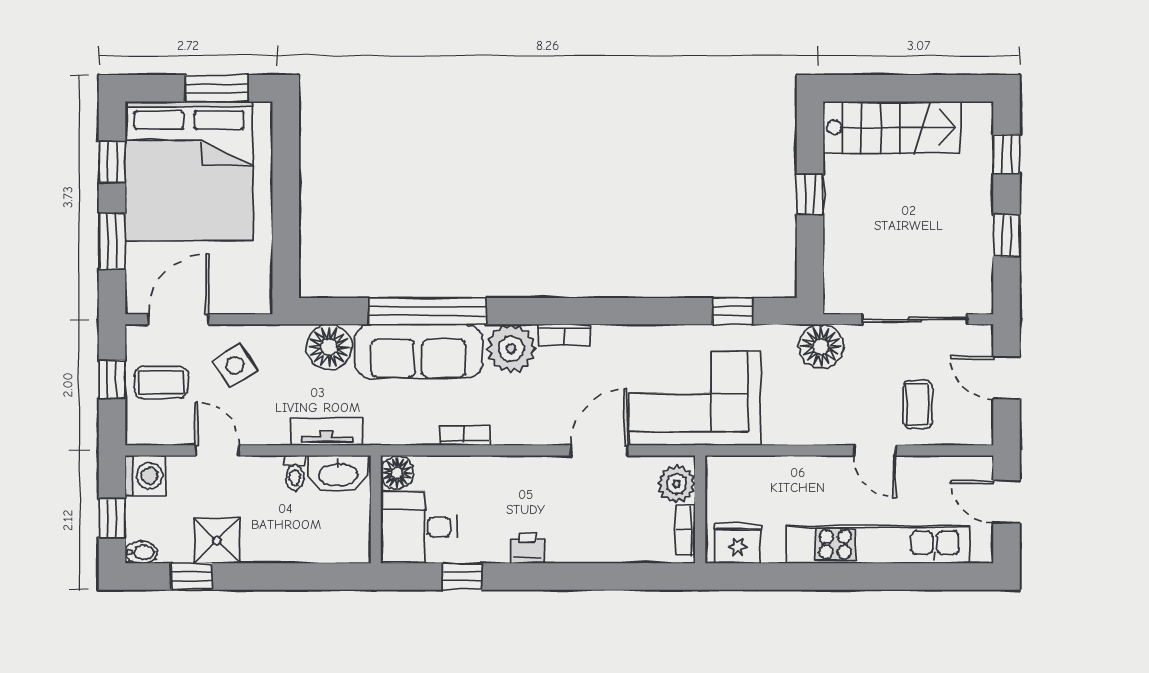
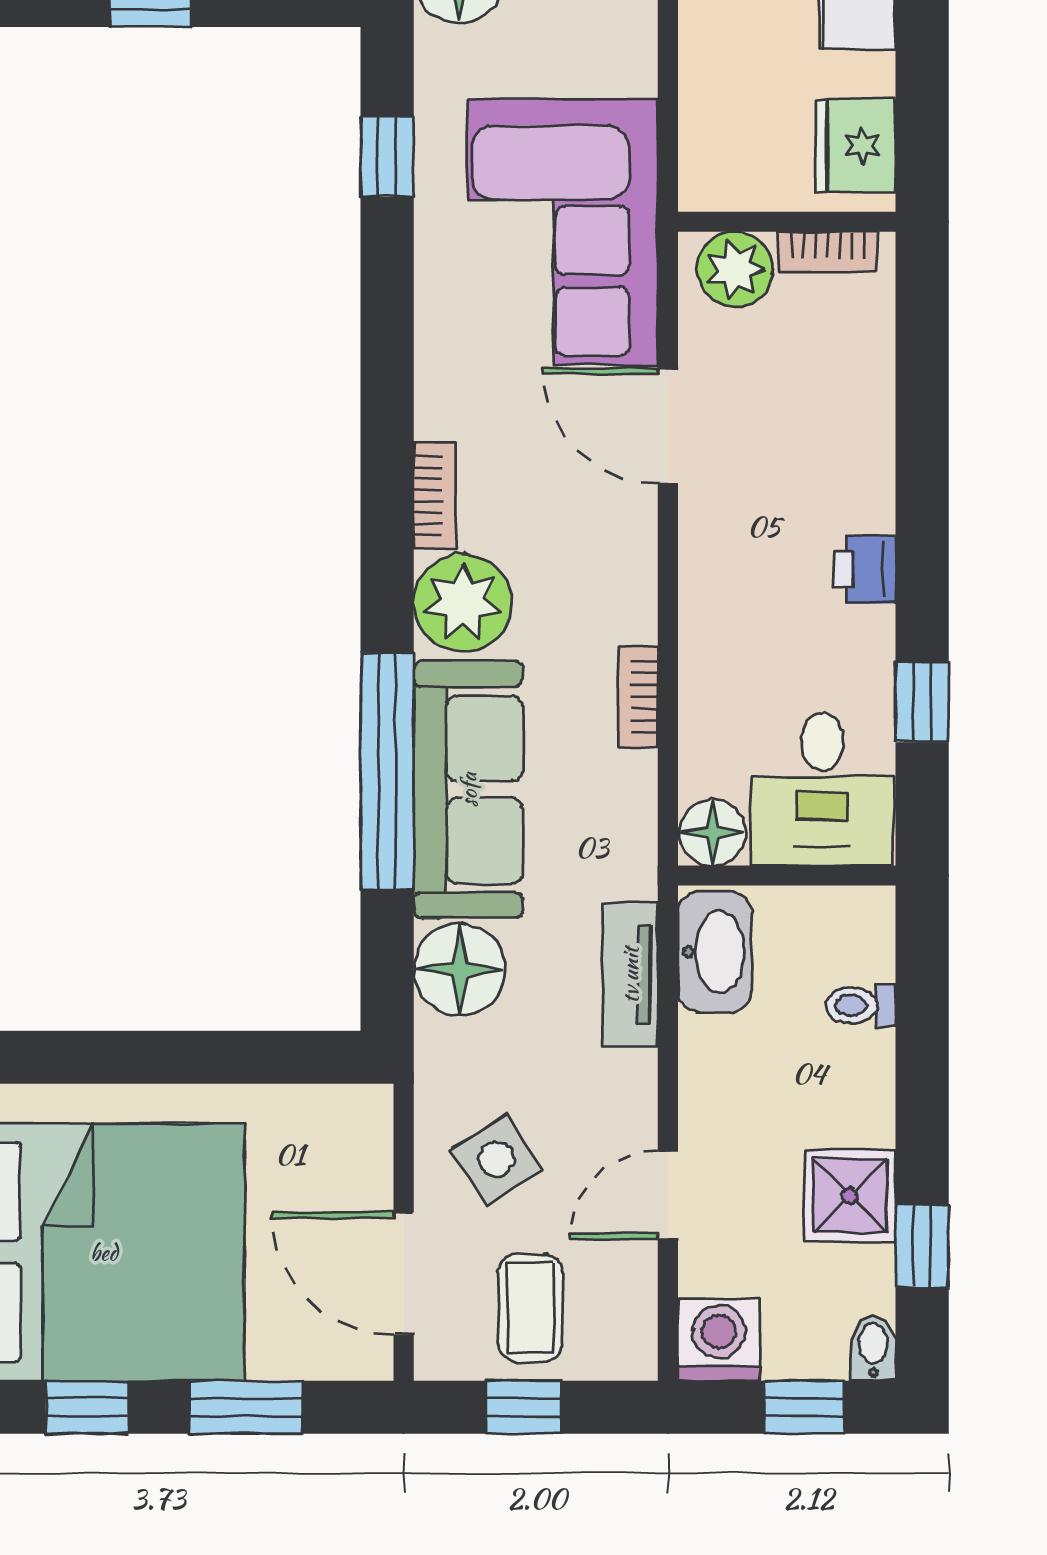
toilet: (295, 473) -> (861, 1005), moved, turned 180

